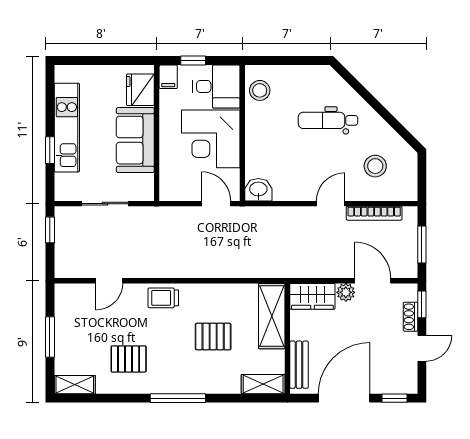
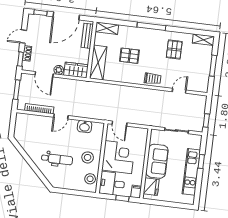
stool: (375, 166) -> (88, 157), moved
washbasin: (258, 190) -> (85, 127), moved
pallet: (129, 359) -> (174, 50), turned 90

